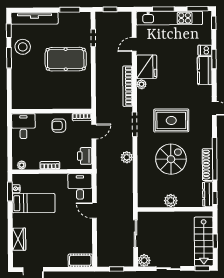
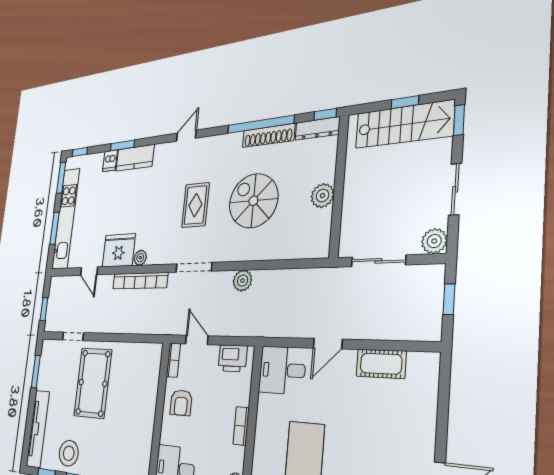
rug: (171, 120) -> (195, 205), width x0.73, depth x0.70
cot: (80, 260) -> (381, 364), moved, turned 90

